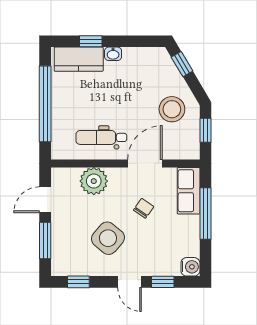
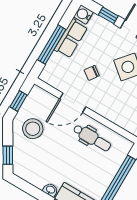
plant: (94, 181) -> (115, 111), removed
row of seats: (189, 191) -> (71, 38), moved

